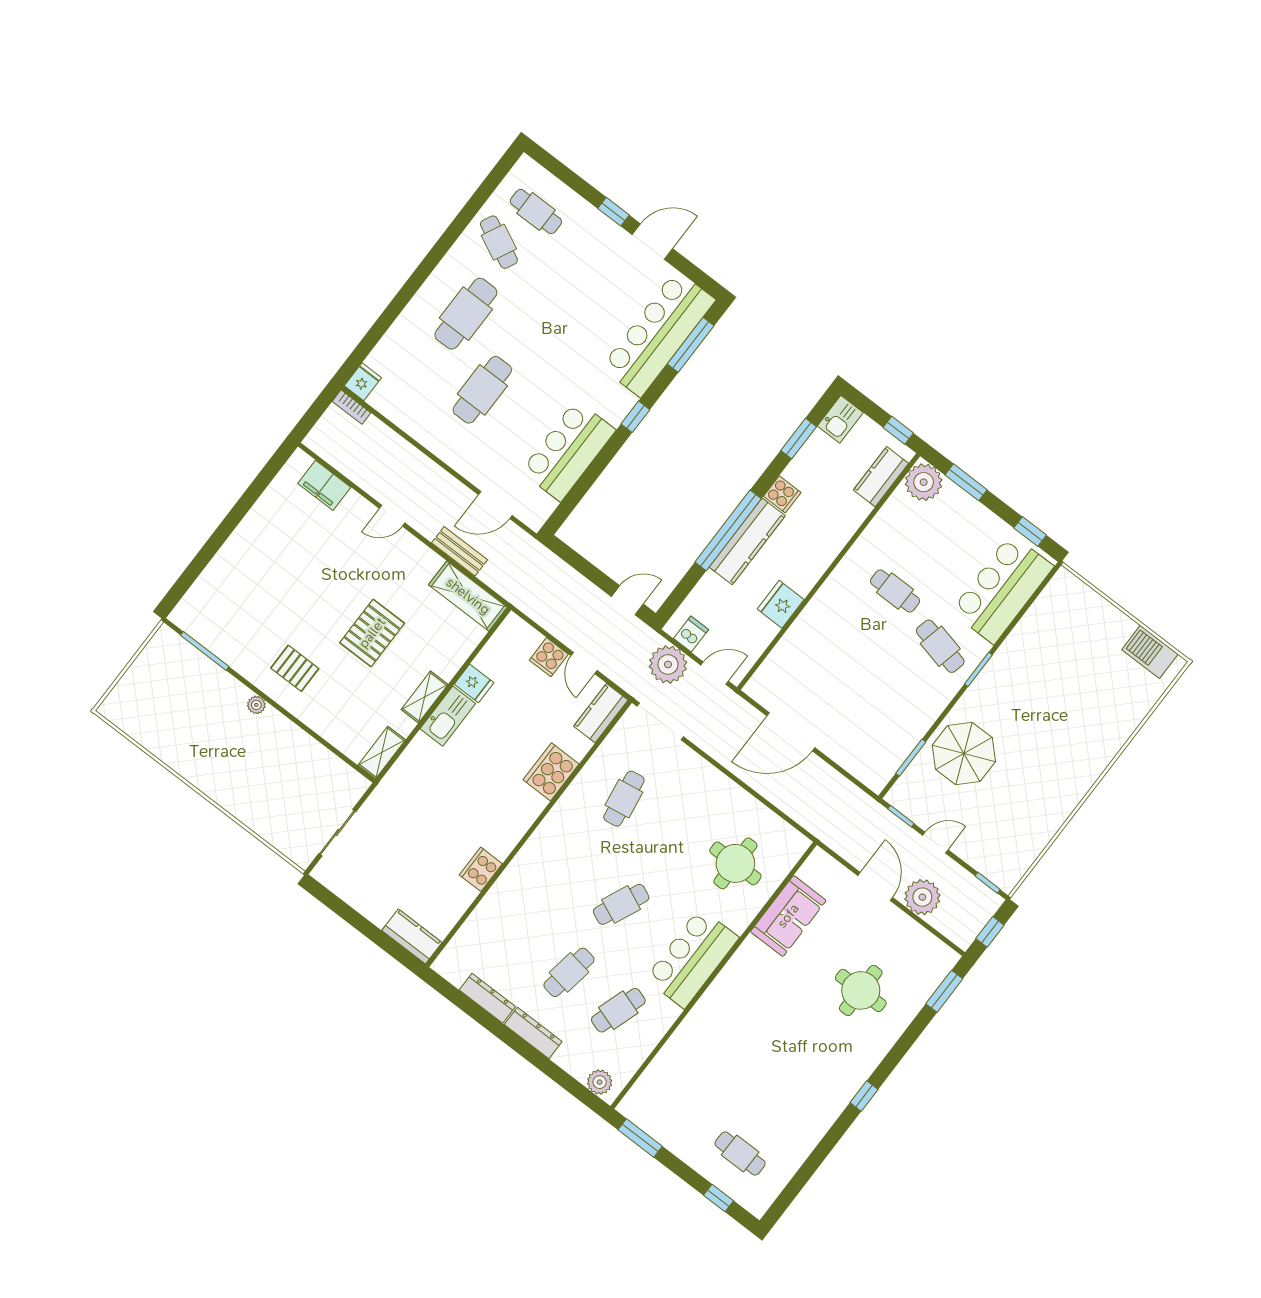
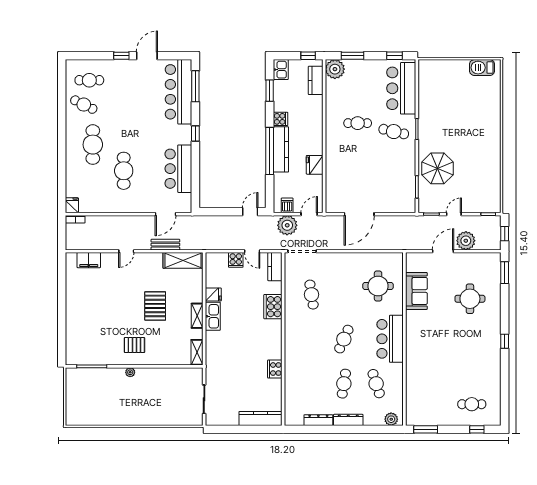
door: (875, 886) -> (443, 251), hinge flipped
kitchen counter: (412, 936) -> (261, 419), width x1.50
cafe table: (618, 1010) -> (376, 384), turned -36

